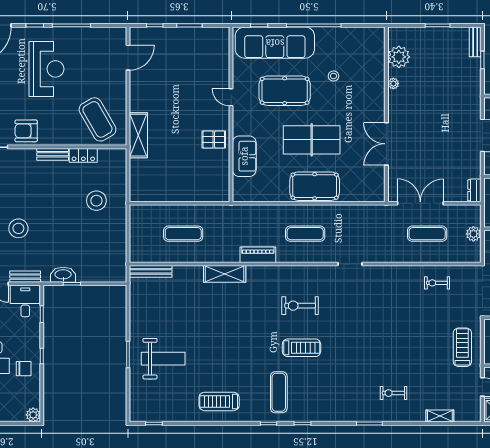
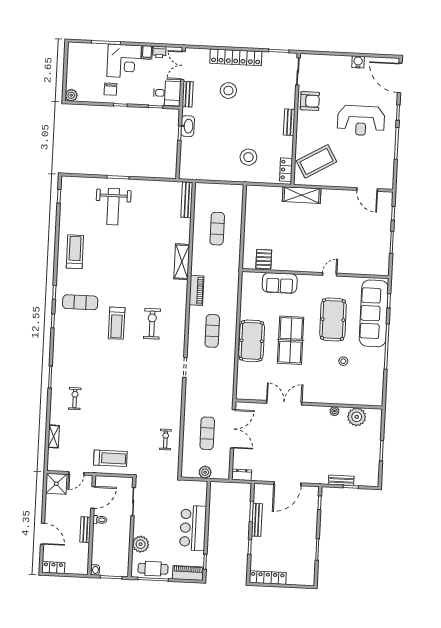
bench: (475, 42) -> (341, 480), moved
armchair: (26, 131) -> (310, 101), turned 90
pallet: (214, 140) -> (264, 259), moved
locker: (83, 155) -> (286, 170), moved

